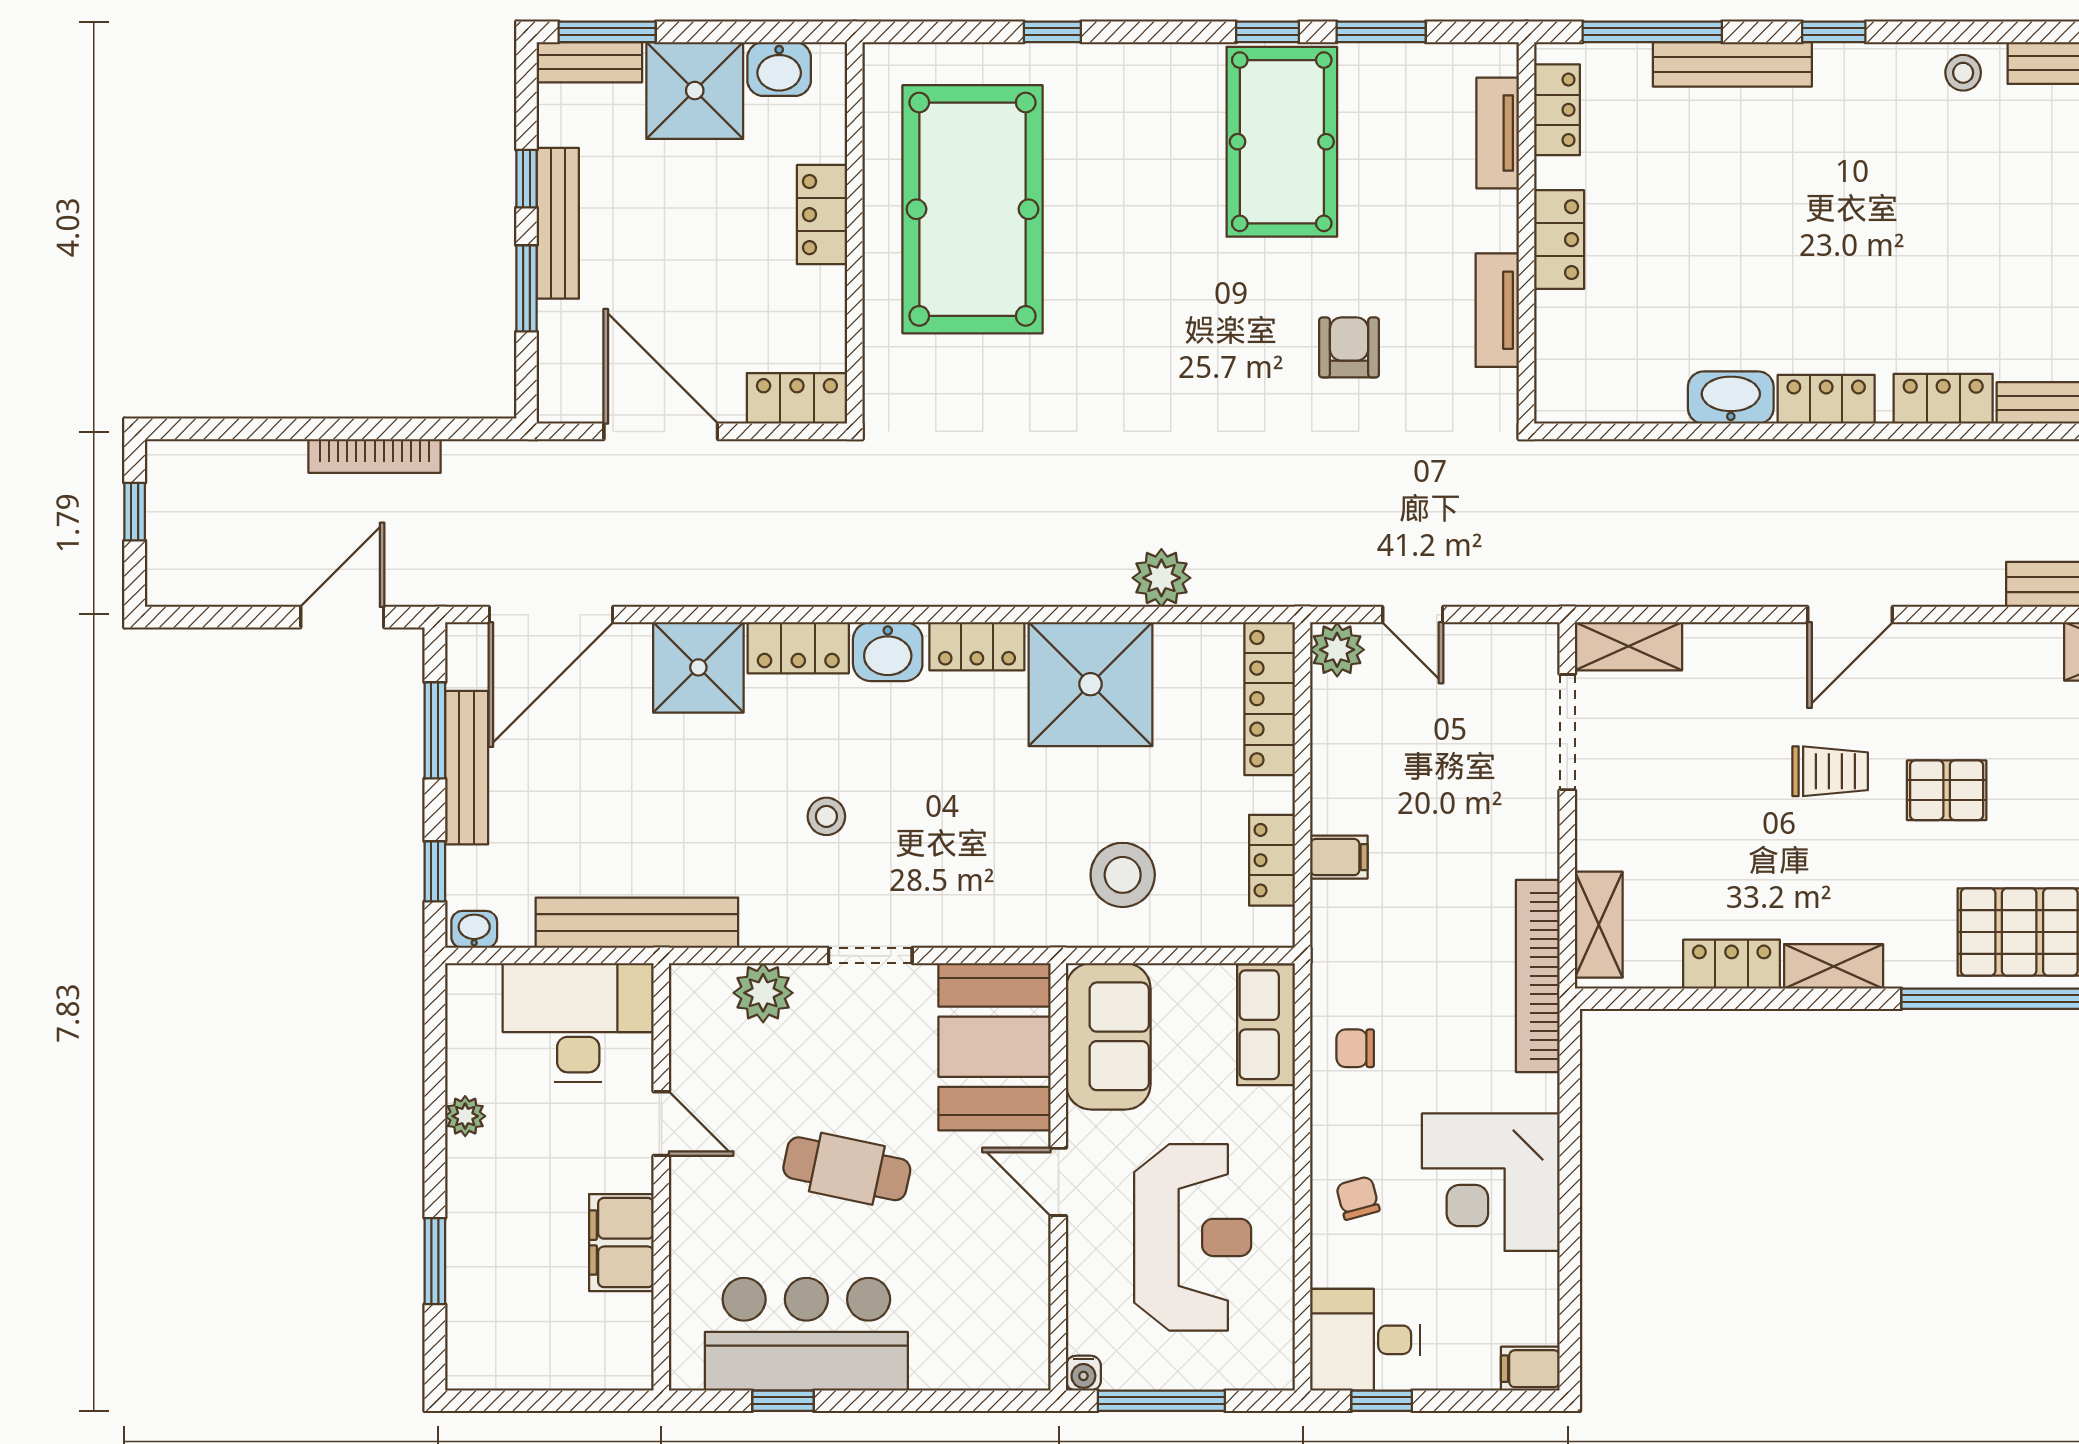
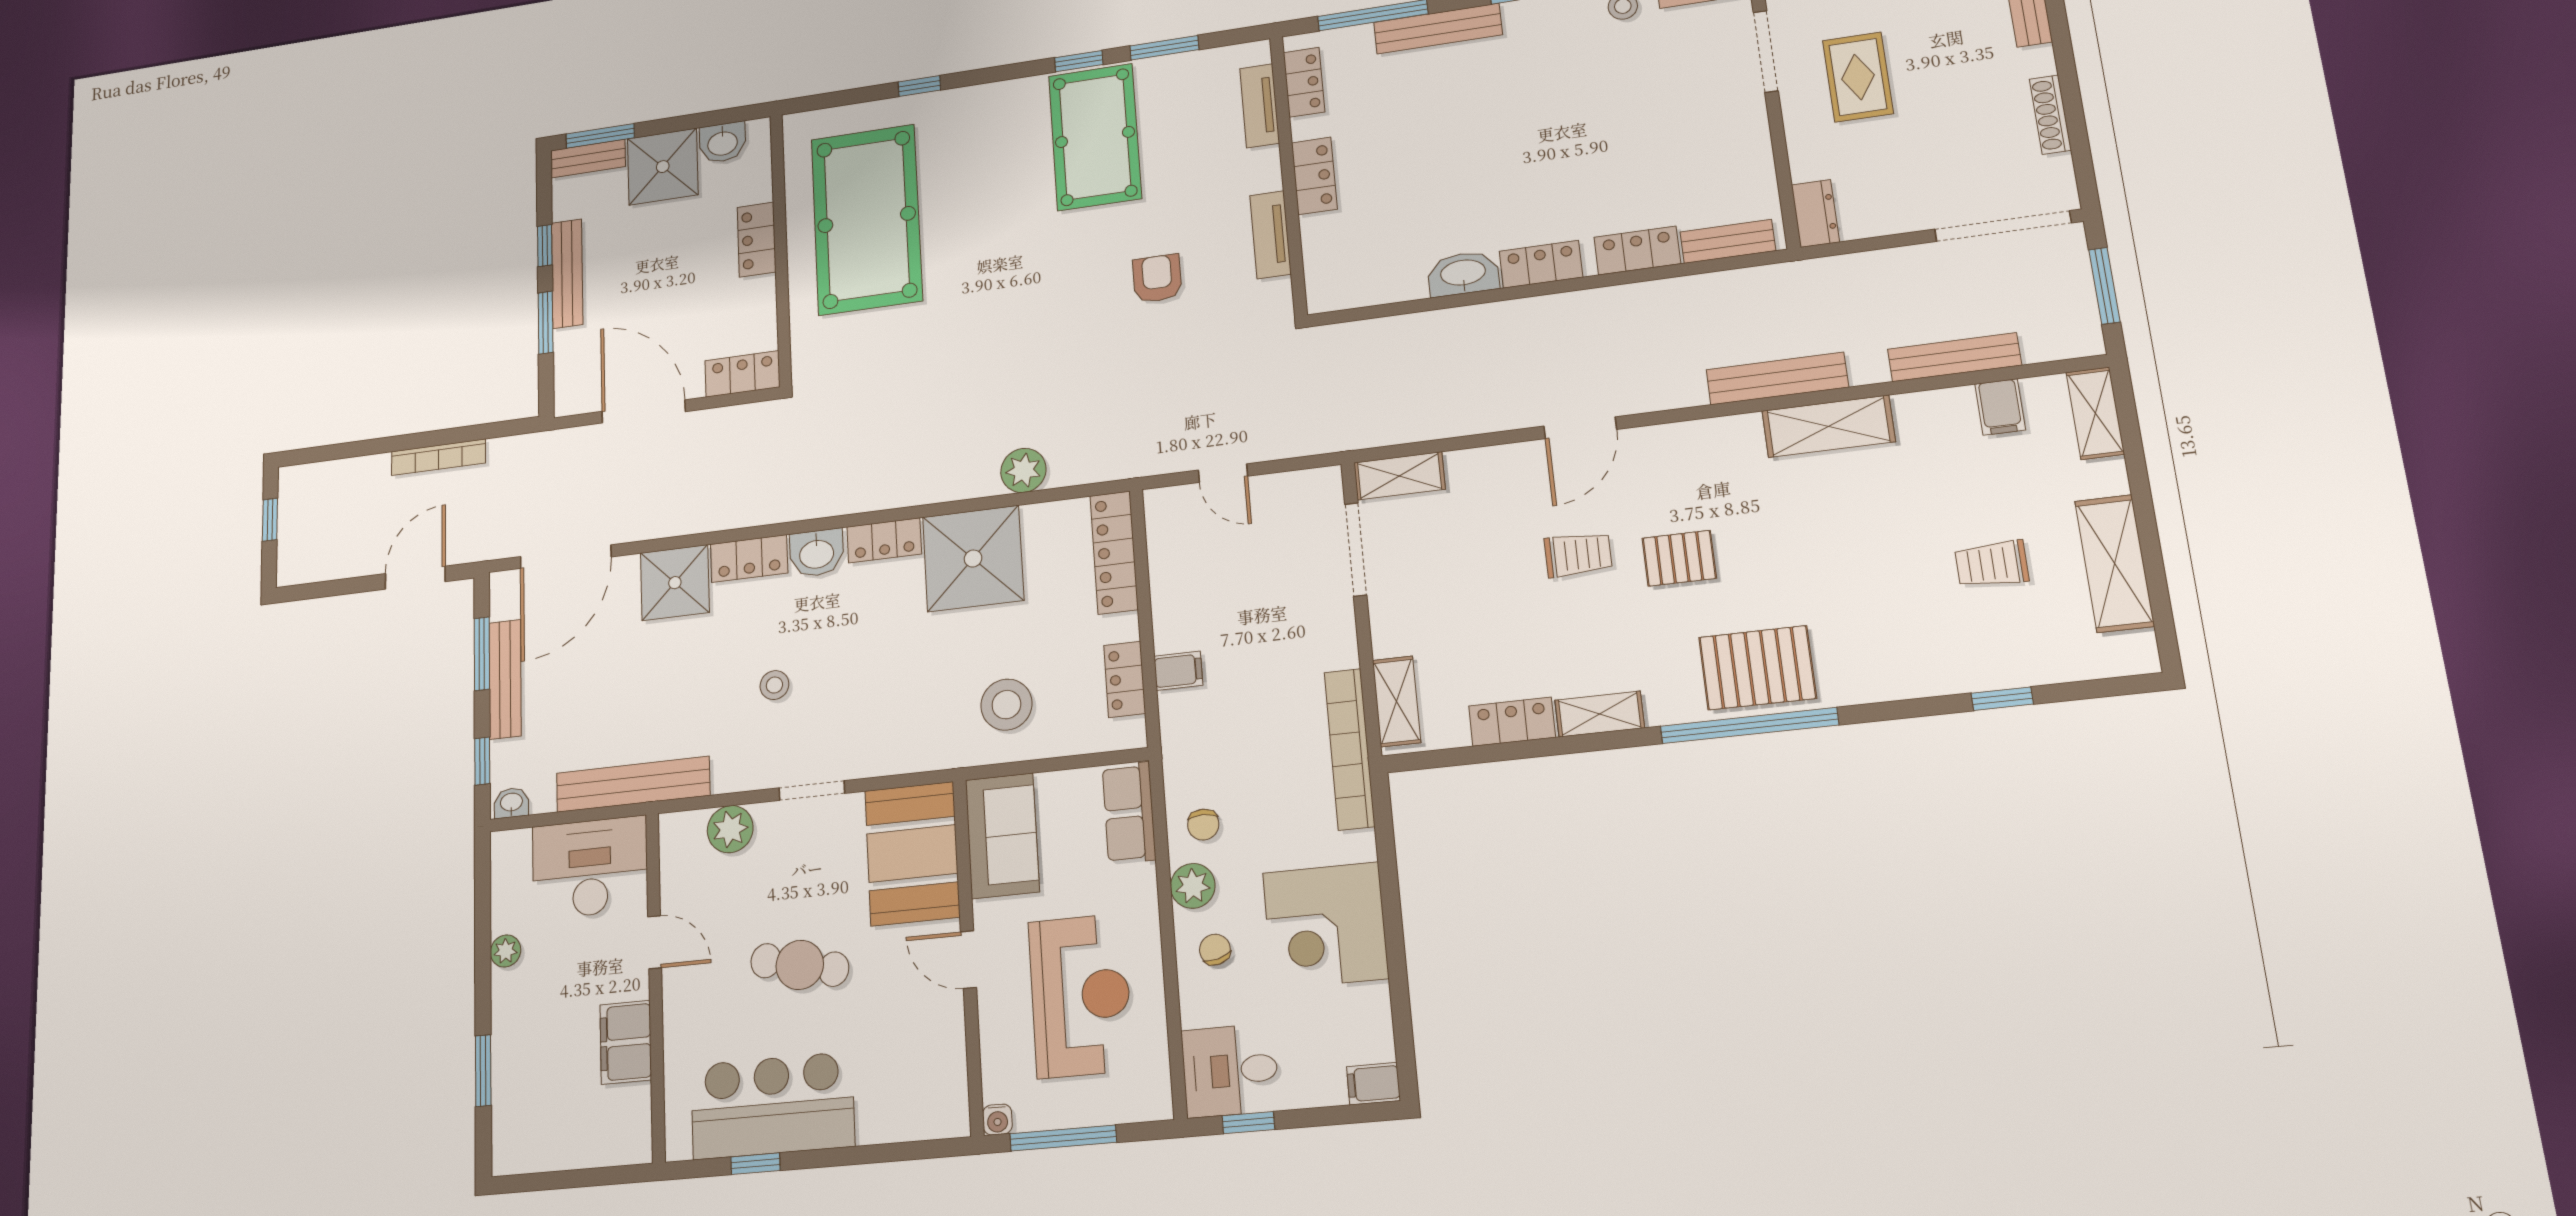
plant: (1337, 650) -> (1193, 886), moved
chair: (1355, 1048) -> (1203, 825), turned -90

